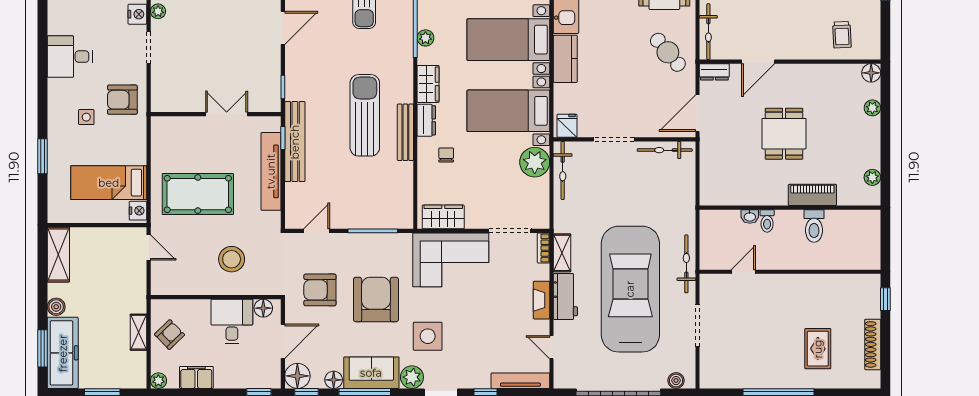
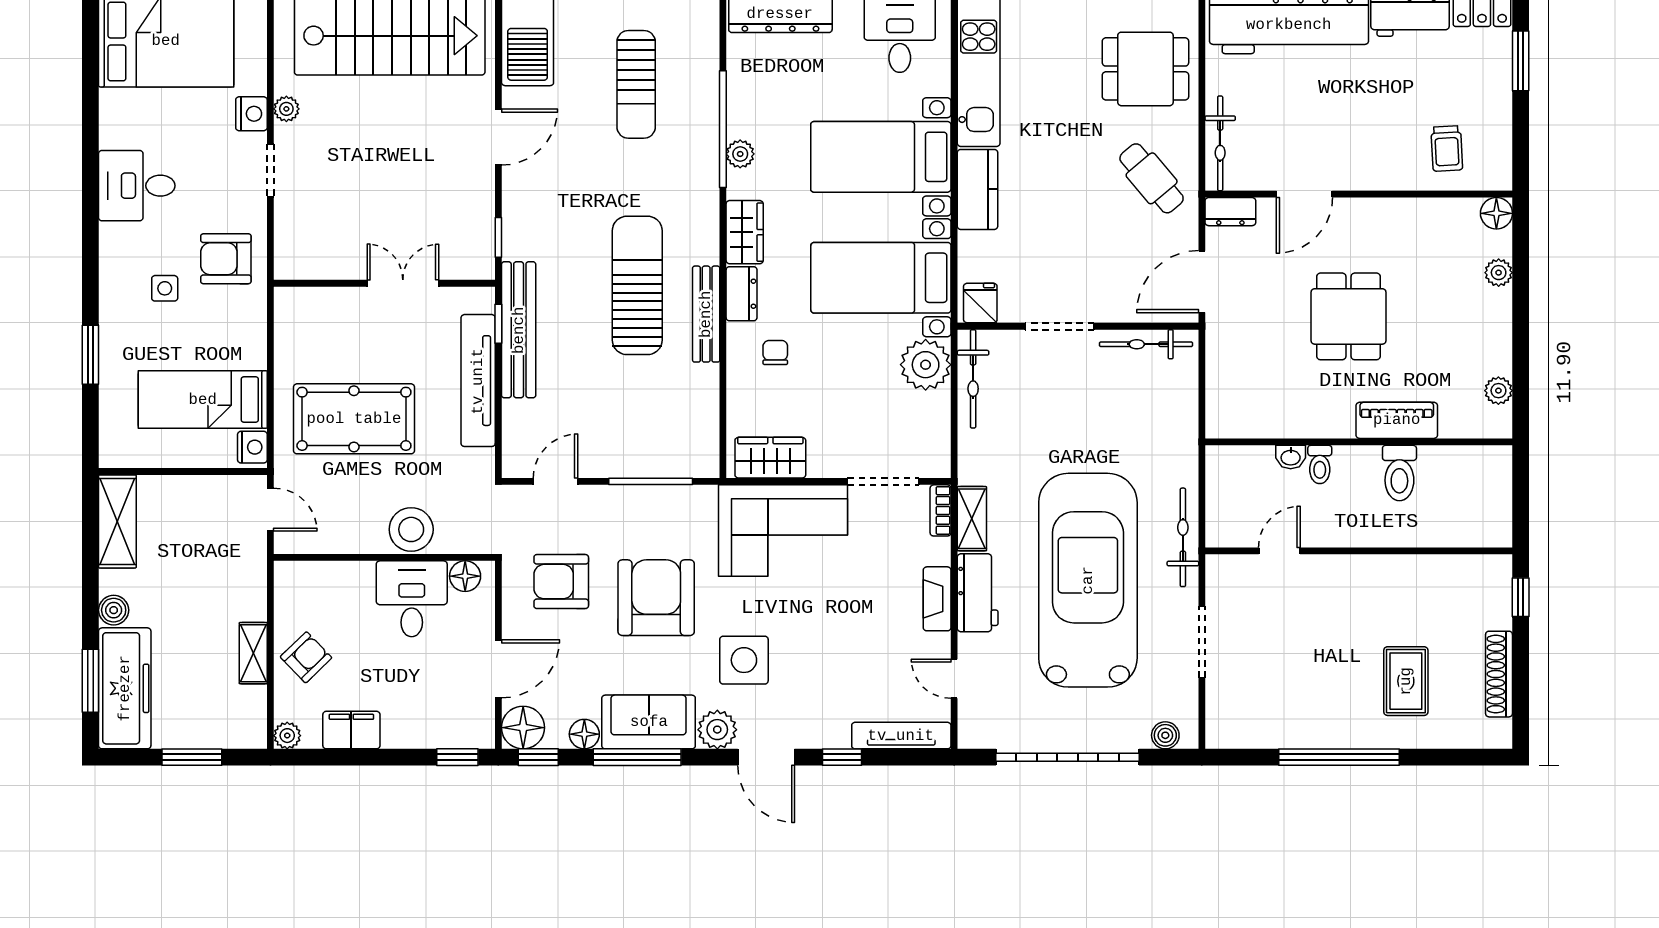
wall: (216, 297) -> (384, 557), moved
floor lamp: (263, 308) -> (465, 576), moved
desk: (232, 321) -> (412, 599), moved

